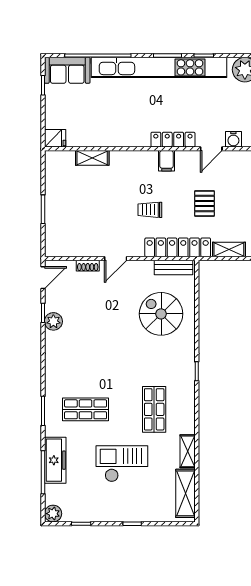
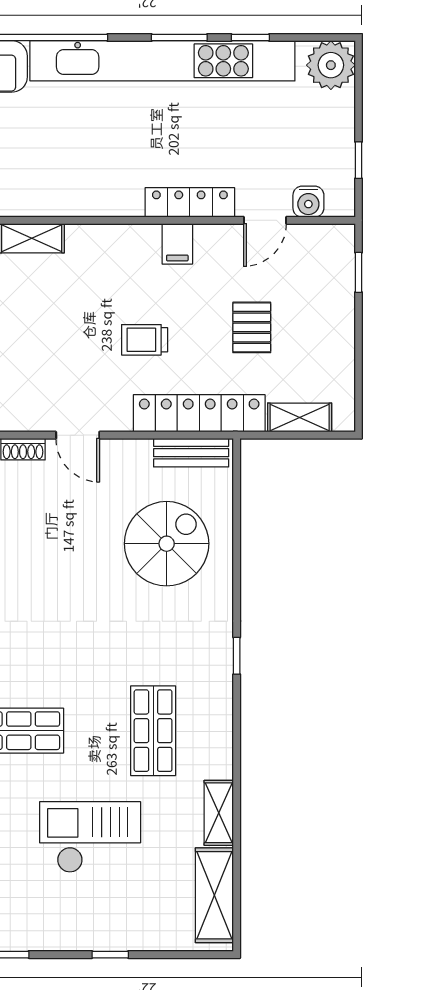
door: (116, 258) -> (78, 435), hinge flipped
spiral stairs: (161, 314) -> (167, 544), turned 90

